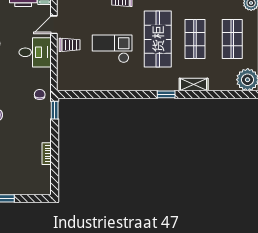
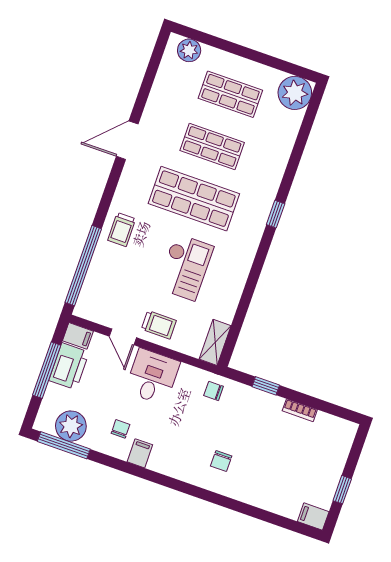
trolley: (70, 45) -> (159, 325), turned 90
checkout: (112, 49) -> (185, 267), turned 180
shelving: (194, 85) -> (215, 342), moved
window: (55, 110) -> (266, 386), moved

